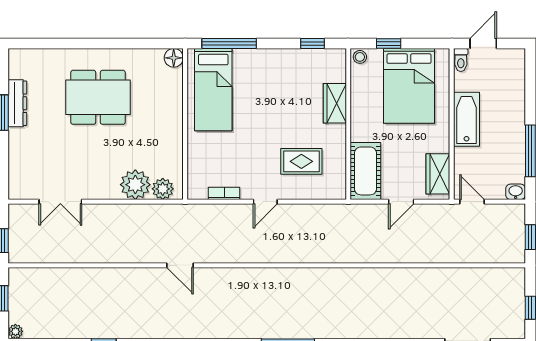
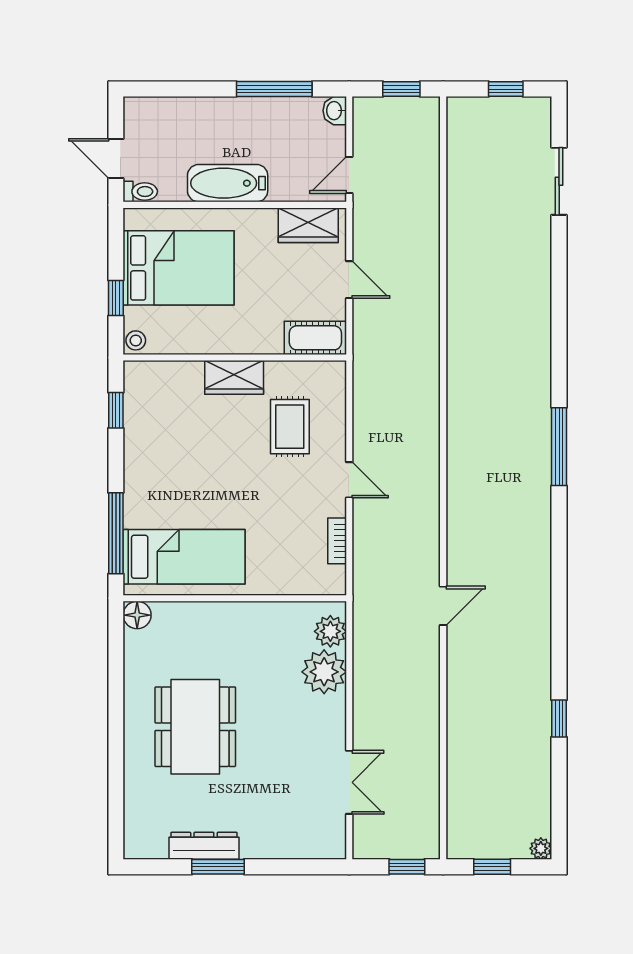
wardrobe: (335, 103) -> (234, 377), moved
cot: (365, 171) -> (315, 338), width x0.73, depth x0.75

